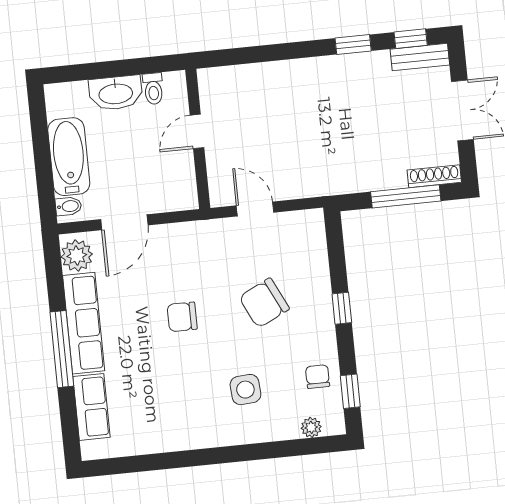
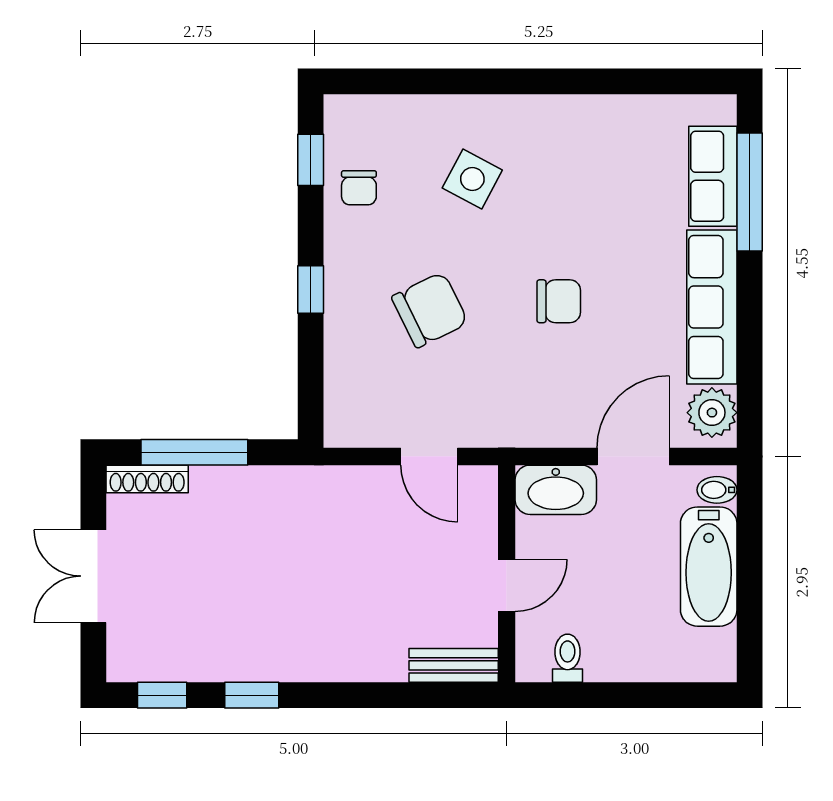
bench: (420, 57) -> (454, 665), moved
washbasin: (116, 93) -> (556, 490), moved, turned 180
window: (62, 349) -> (750, 192), moved
side table: (245, 390) -> (472, 179), turned 32
plant: (311, 427) -> (377, 110), removed

